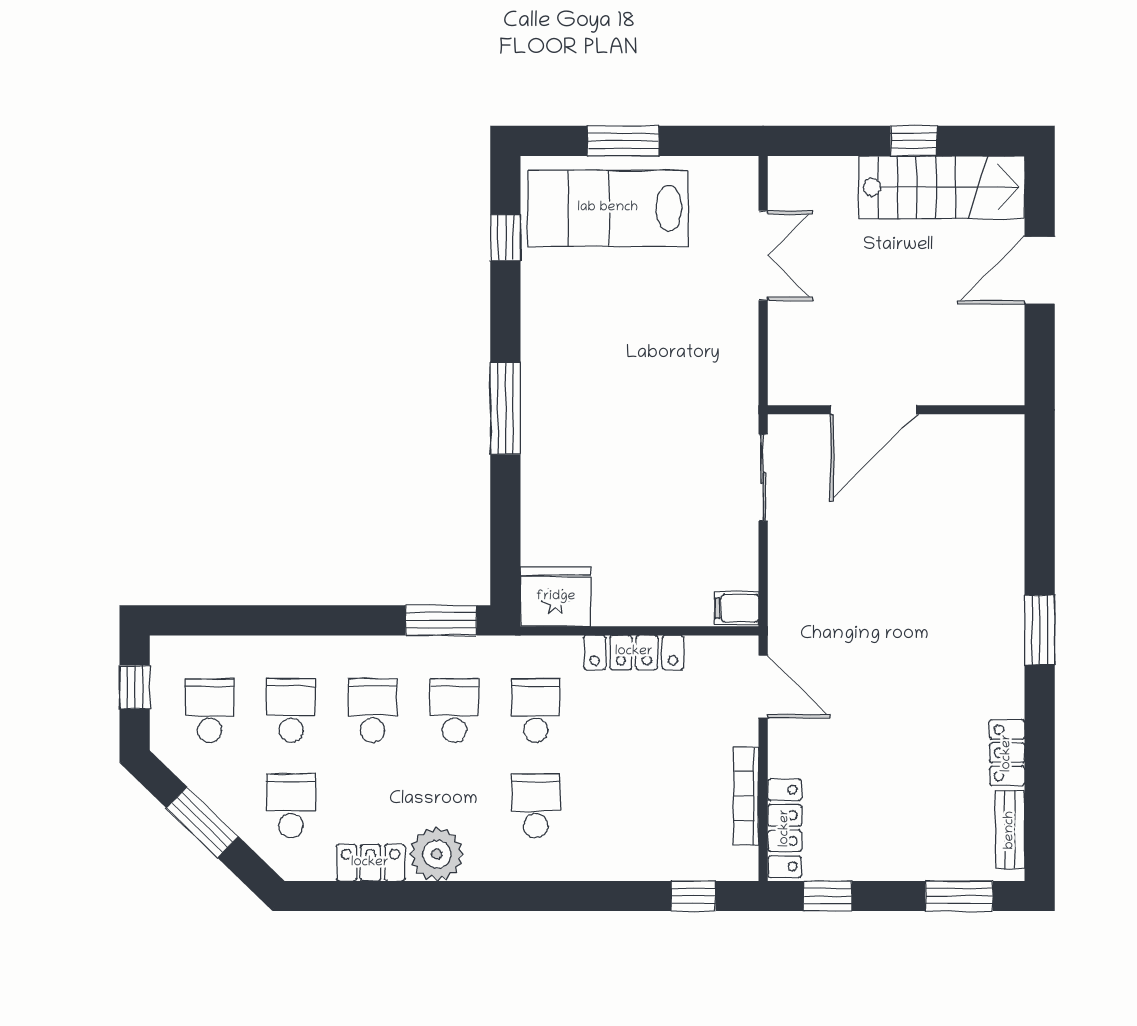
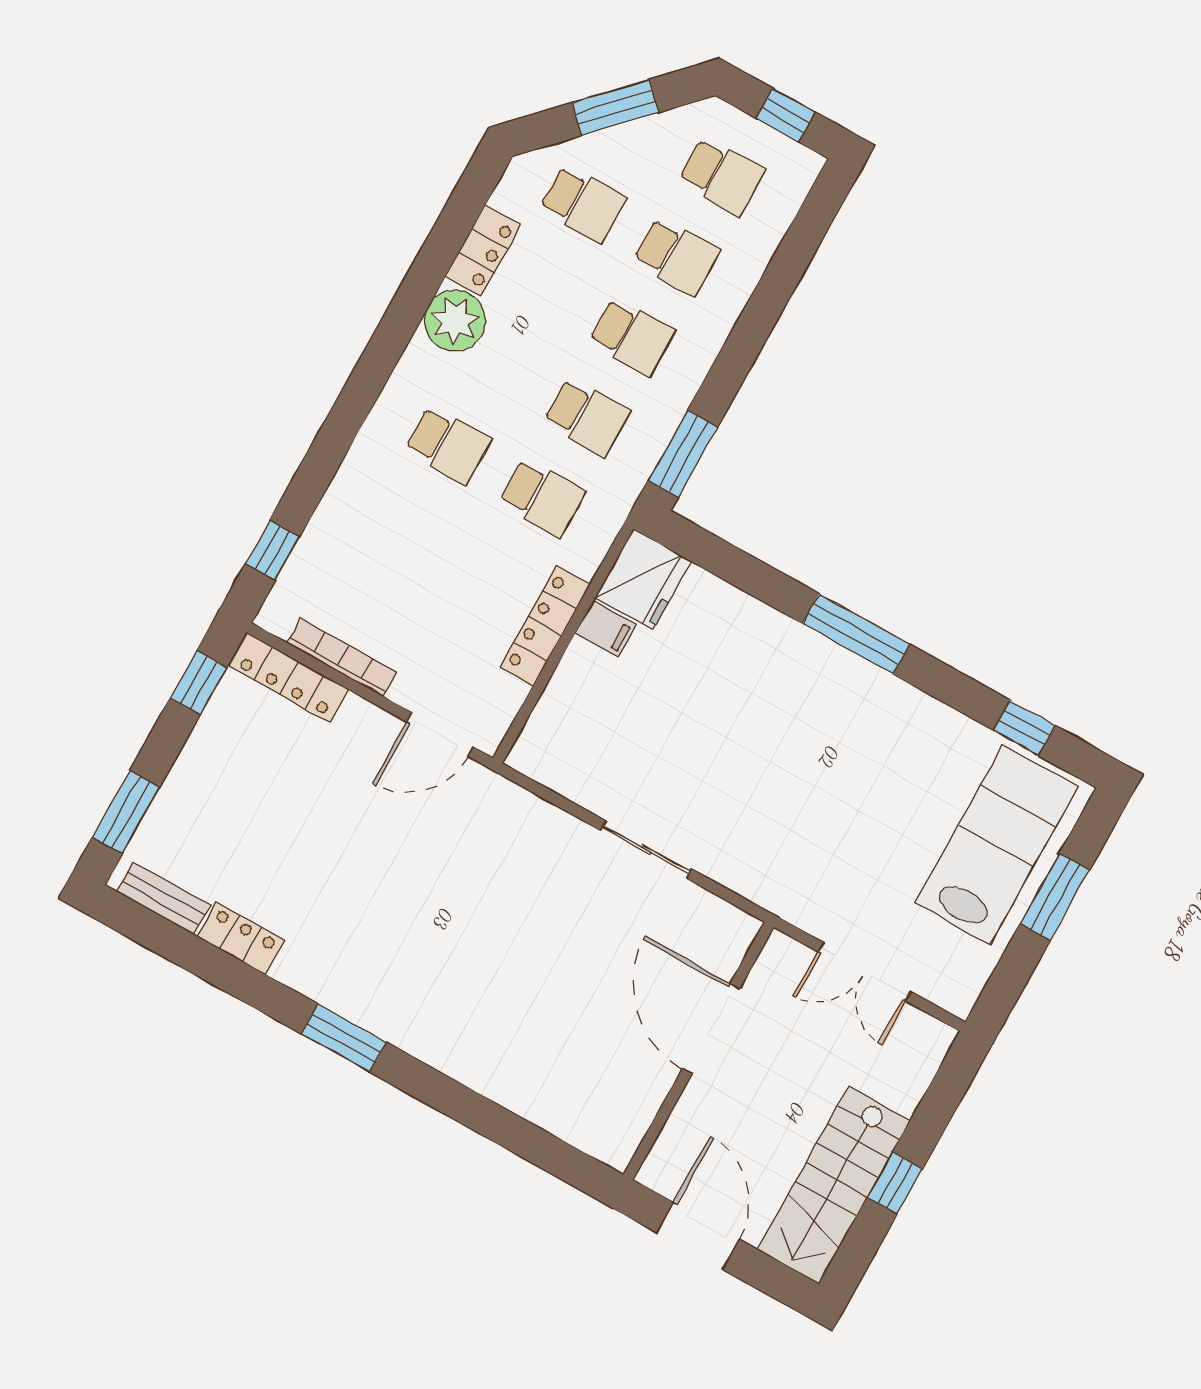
door: (874, 410) -> (711, 1029), moved
wall: (896, 410) -> (699, 1051), moved
filing cabinet: (737, 608) -> (606, 629), moved, turned 90

